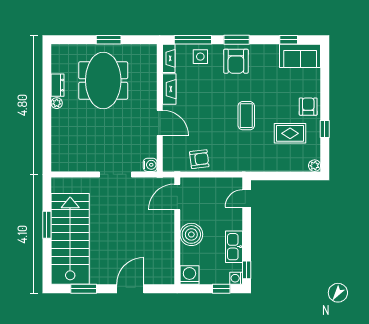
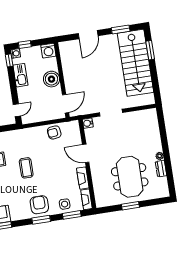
window: (193, 40) -> (72, 215), width x0.69
window: (47, 225) -> (150, 50), moved

